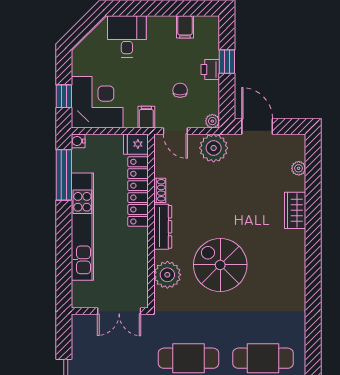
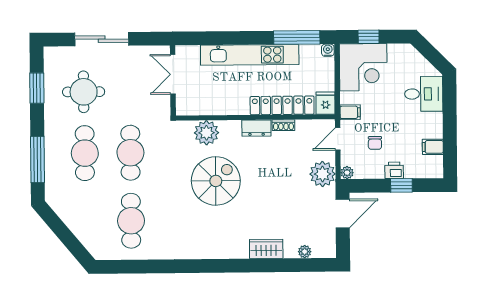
chair: (180, 90) -> (375, 143), turned 90
dresser: (163, 227) -> (256, 128), width x0.70
double door: (119, 311) -> (173, 74), moved

